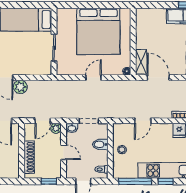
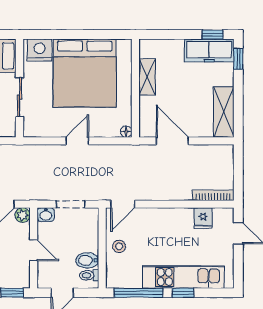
nightstand: (68, 16) -> (40, 50), added
shelving: (141, 62) -> (147, 77), moved
door: (143, 121) -> (123, 204), moved
bidet: (100, 144) -> (87, 260), moved

